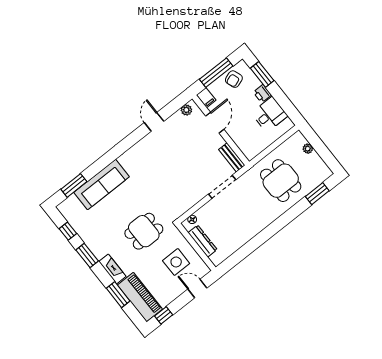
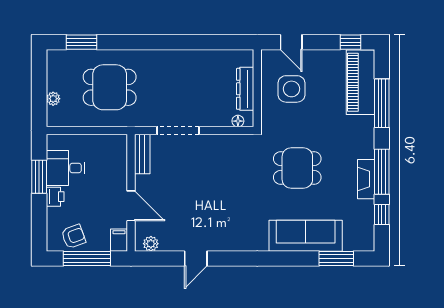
window: (262, 74) -> (39, 177), moved
door: (215, 123) -> (131, 206), swing flipped
dining table: (281, 181) -> (110, 87), turned 90
dining table: (144, 231) -> (297, 168), moved
window: (87, 255) -> (382, 172), width x1.44
fireplace: (112, 269) -> (366, 179), moved
window: (118, 295) -> (382, 103), width x1.44

